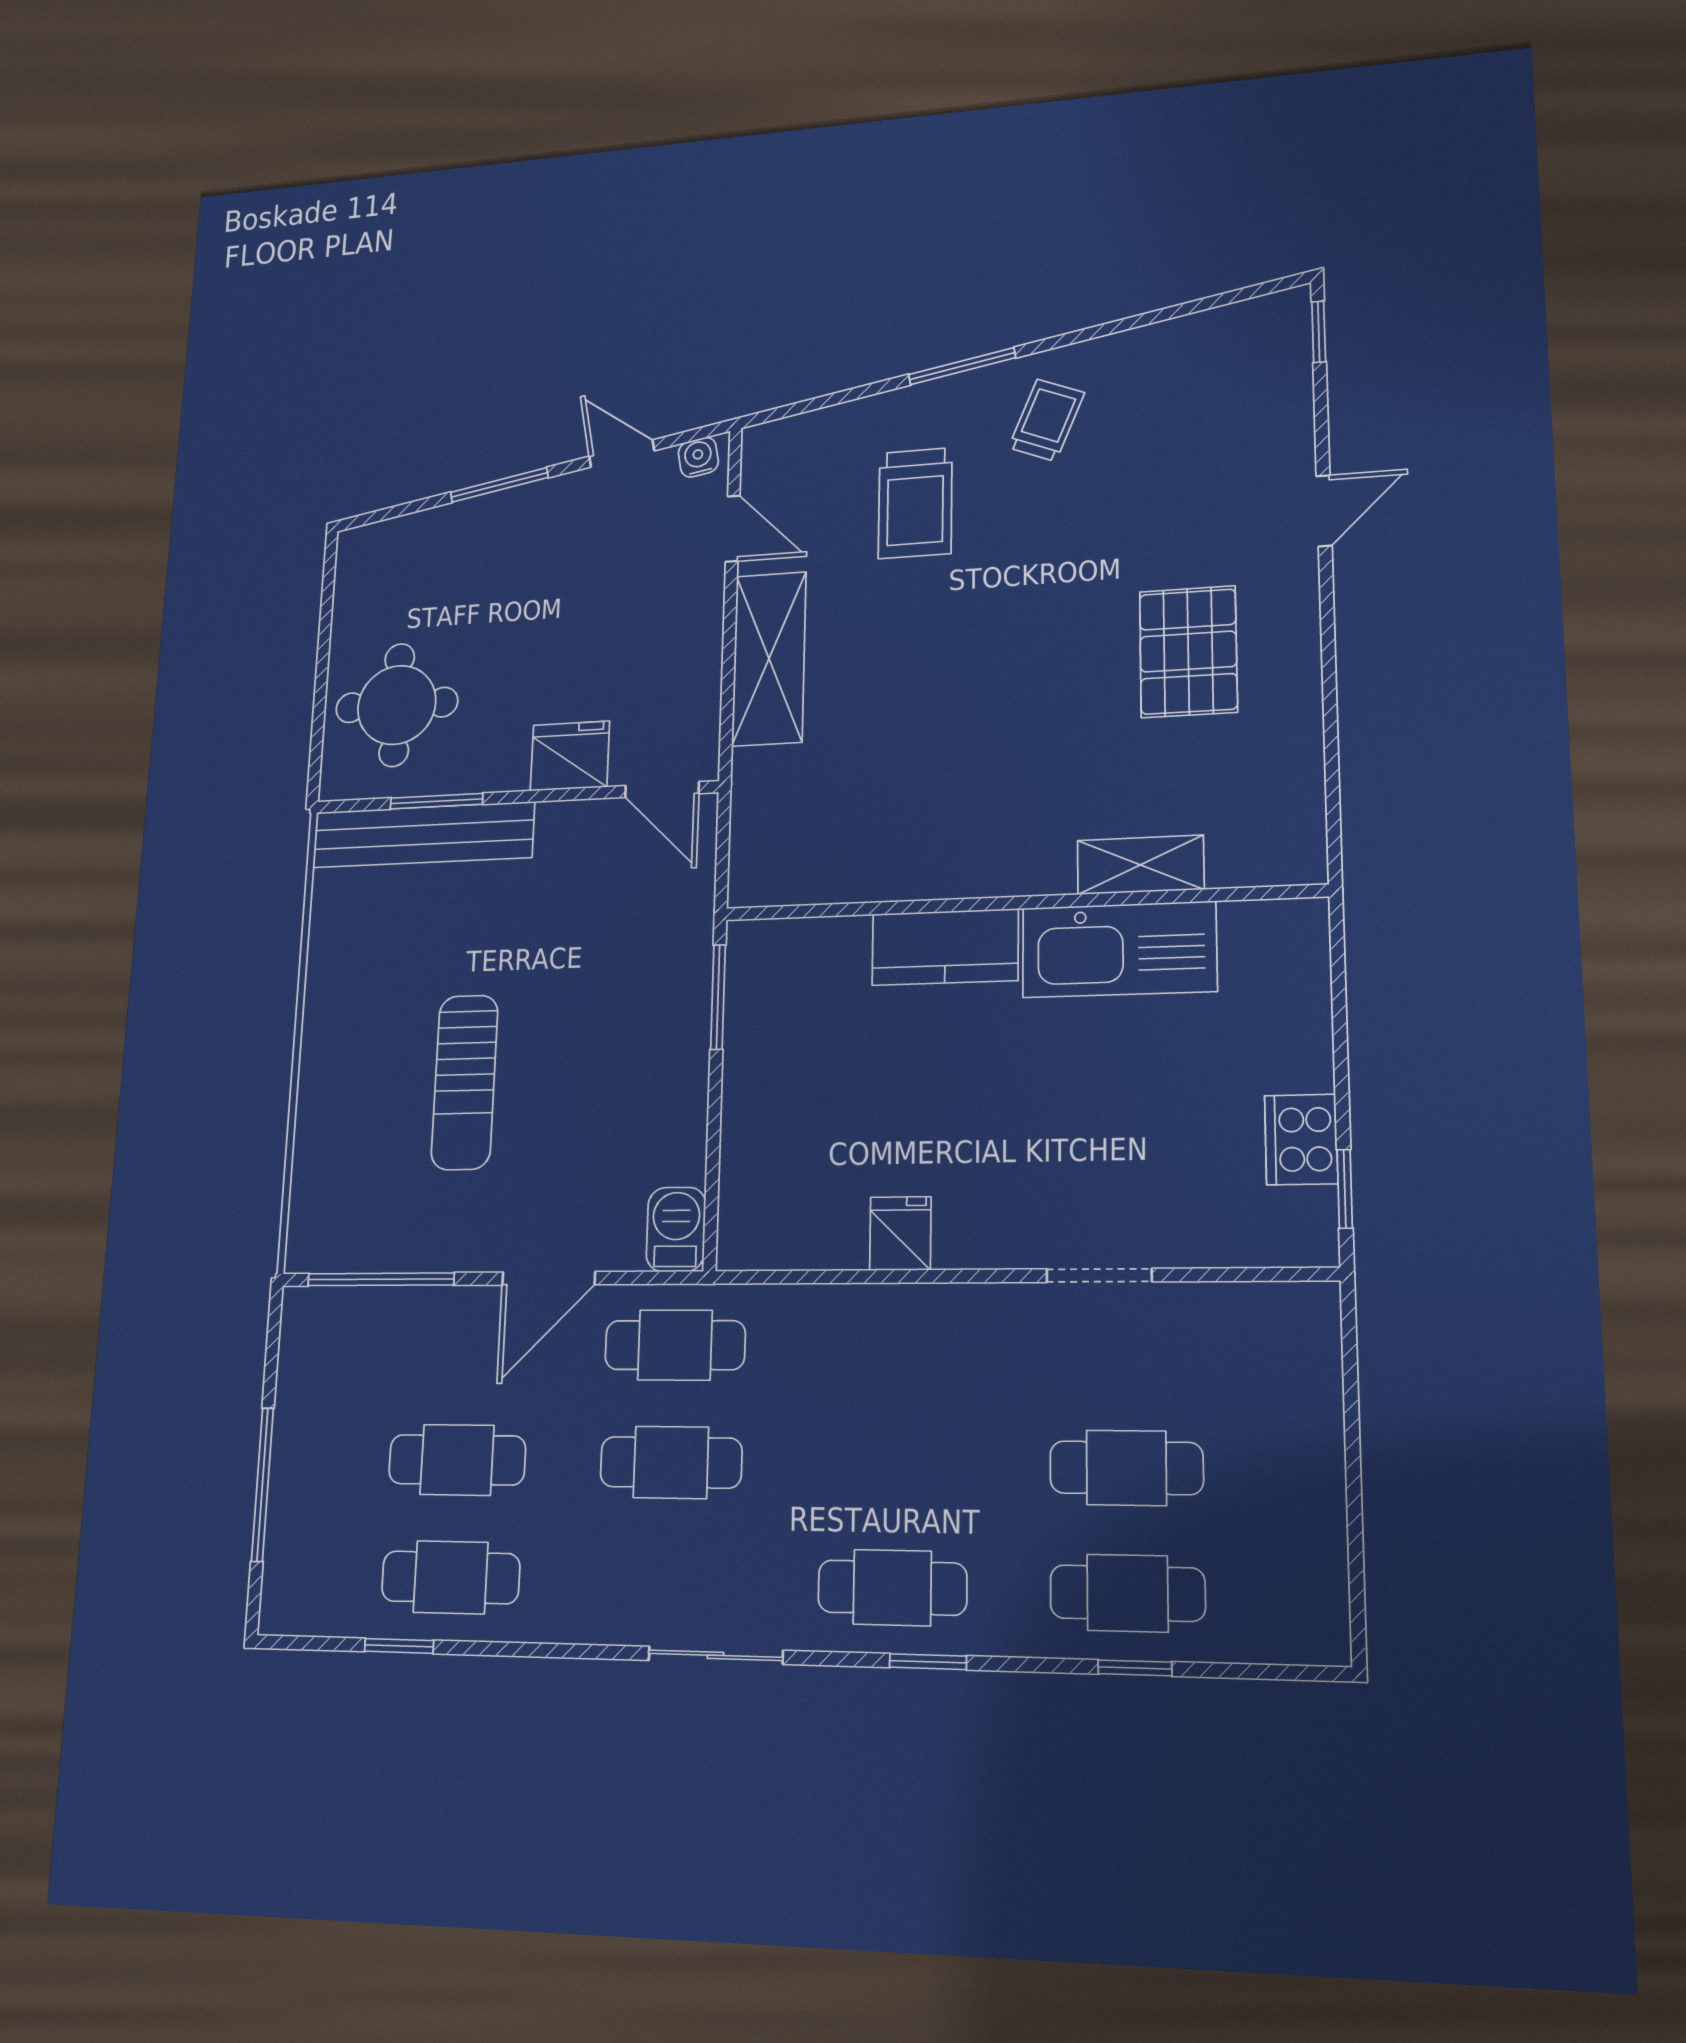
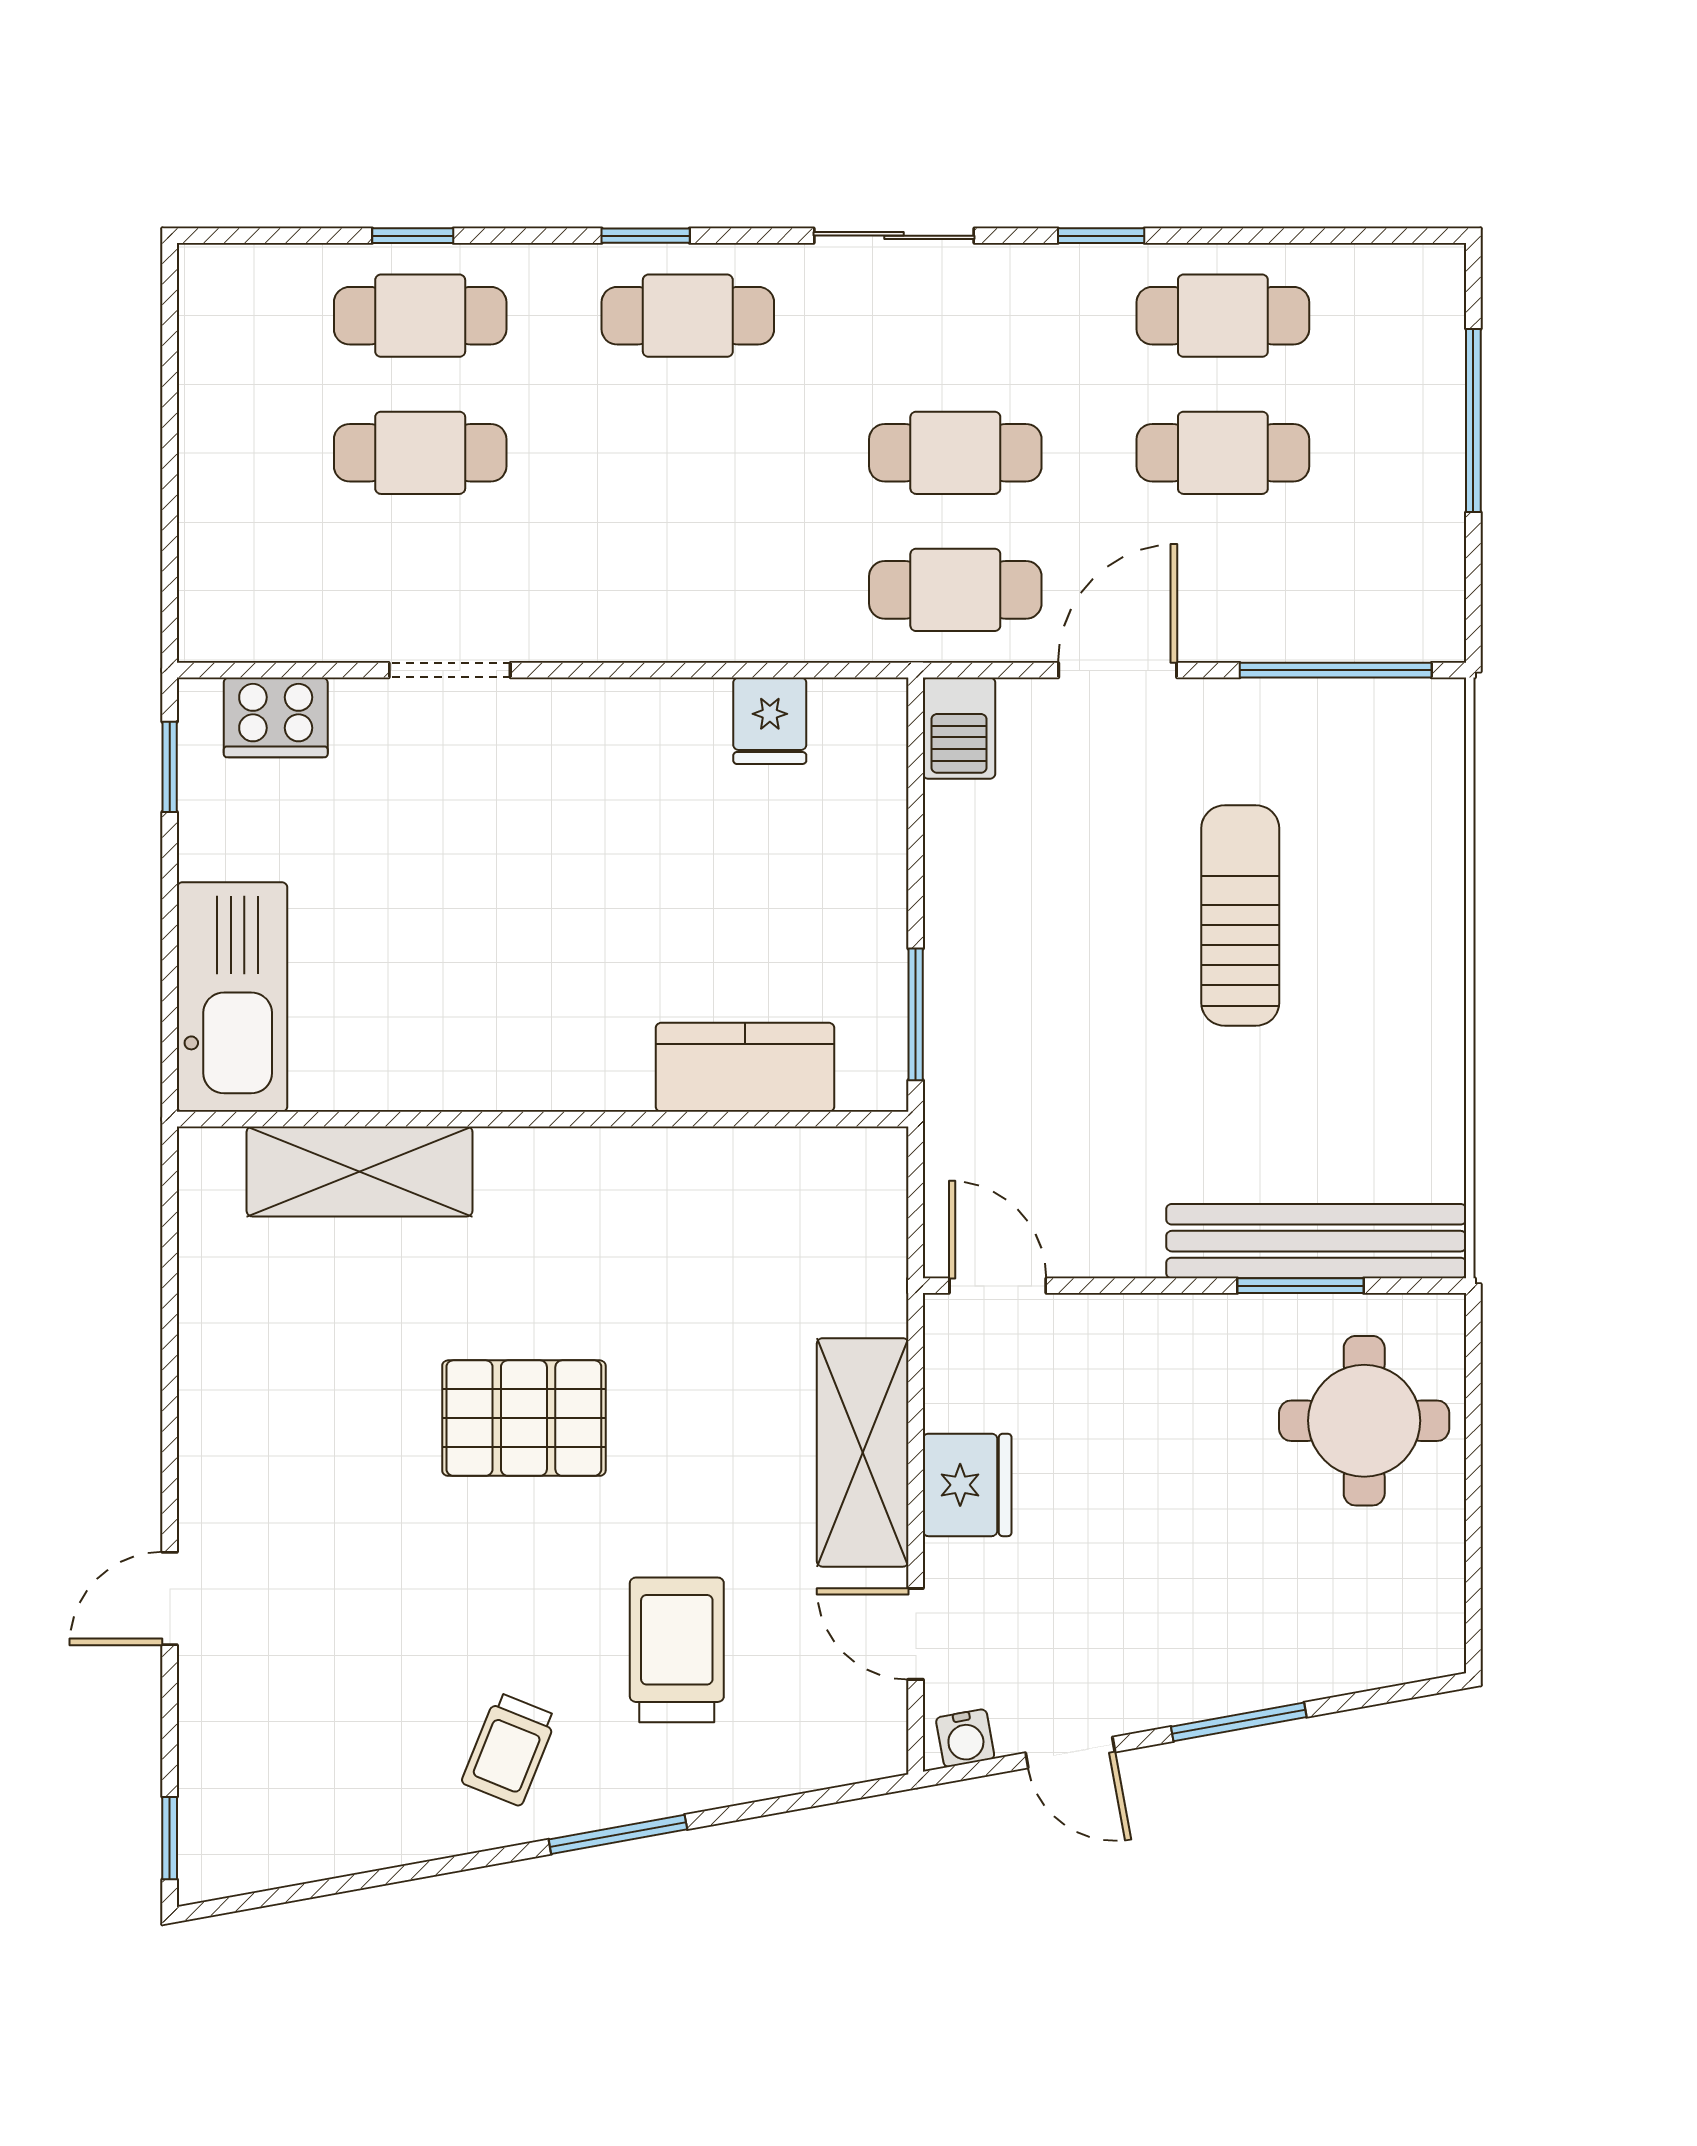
pallet: (1188, 652) -> (524, 1418), moved, turned 90
fridge: (570, 756) -> (967, 1485), moved, turned -90
shelving: (1140, 865) -> (360, 1171), width x1.50, depth x1.33
kitchen counter: (945, 947) -> (745, 1067), moved
kitchen sink: (1119, 949) -> (232, 997), moved, turned 90
cooker: (1301, 1139) -> (276, 717), moved, turned 90
fridge: (900, 1233) -> (770, 721), moved
window: (399, 1646) -> (1101, 236), moved

